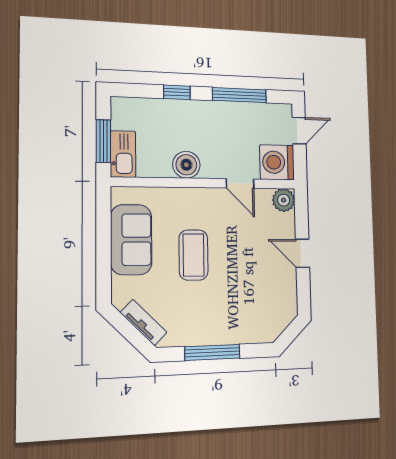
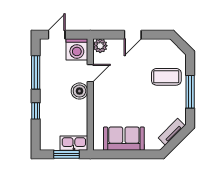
door: (299, 131) -> (57, 35), hinge flipped
boiler: (186, 165) -> (79, 91), moved
coffee table: (193, 255) -> (166, 77), moved

